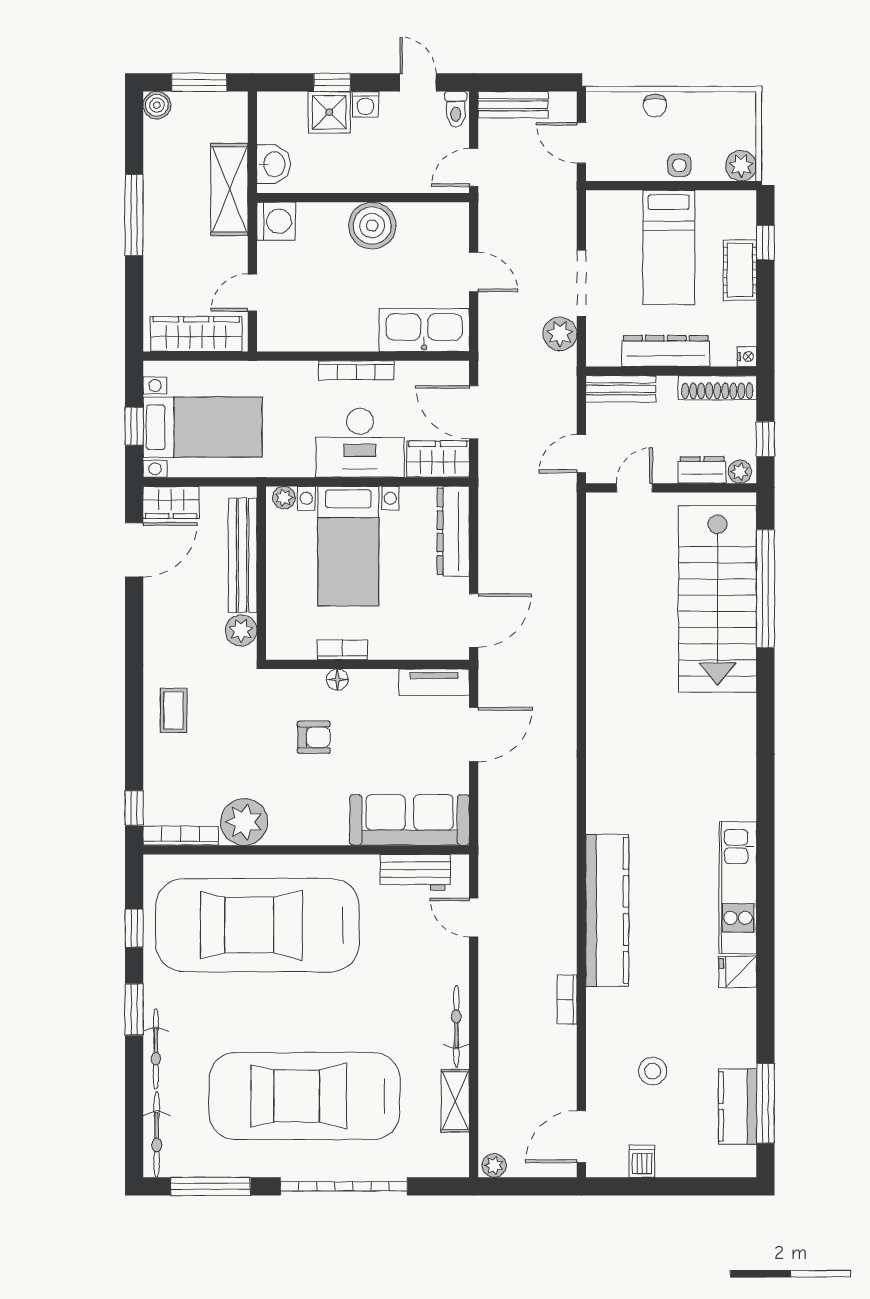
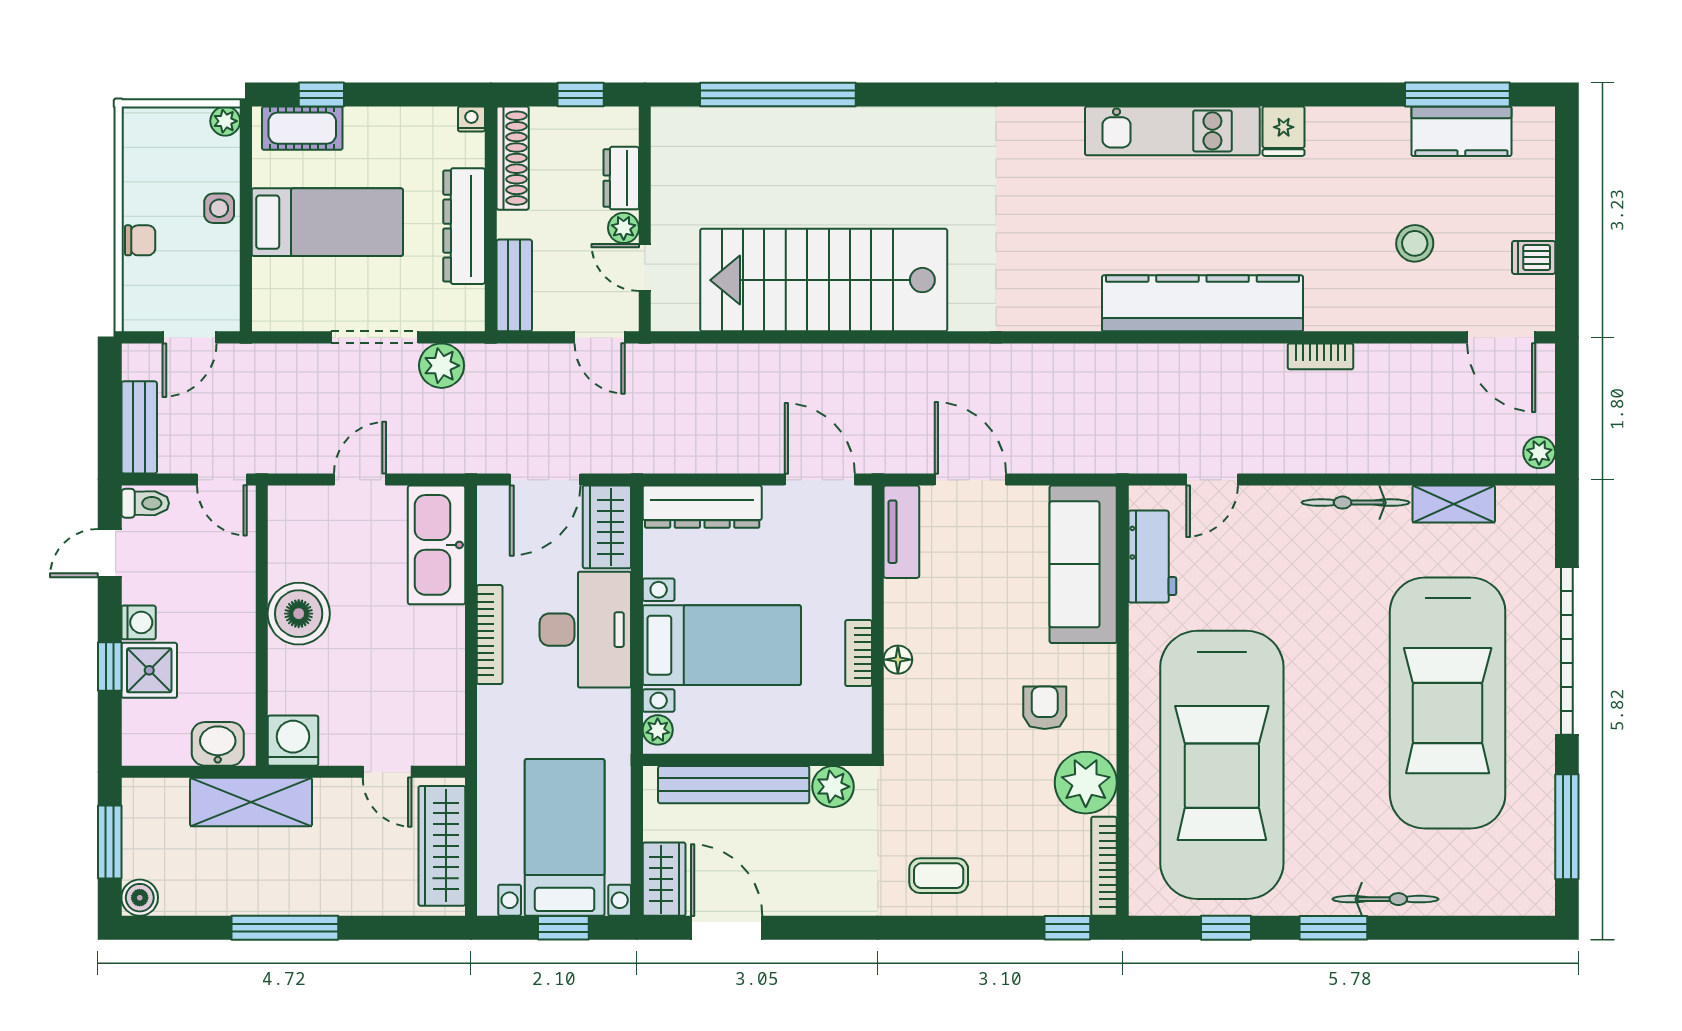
plant: (741, 166) -> (225, 121), width x0.73, depth x0.73
cot: (740, 270) -> (302, 128), moved
plant: (740, 472) -> (624, 228), moved
stairs: (718, 599) -> (824, 280), moved, turned 180
armchair: (314, 737) -> (1045, 708), moved
bicycle: (157, 1135) -> (1498, 898), removed

